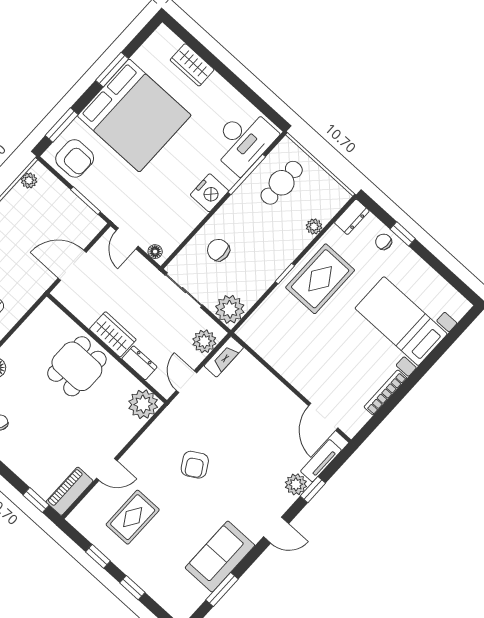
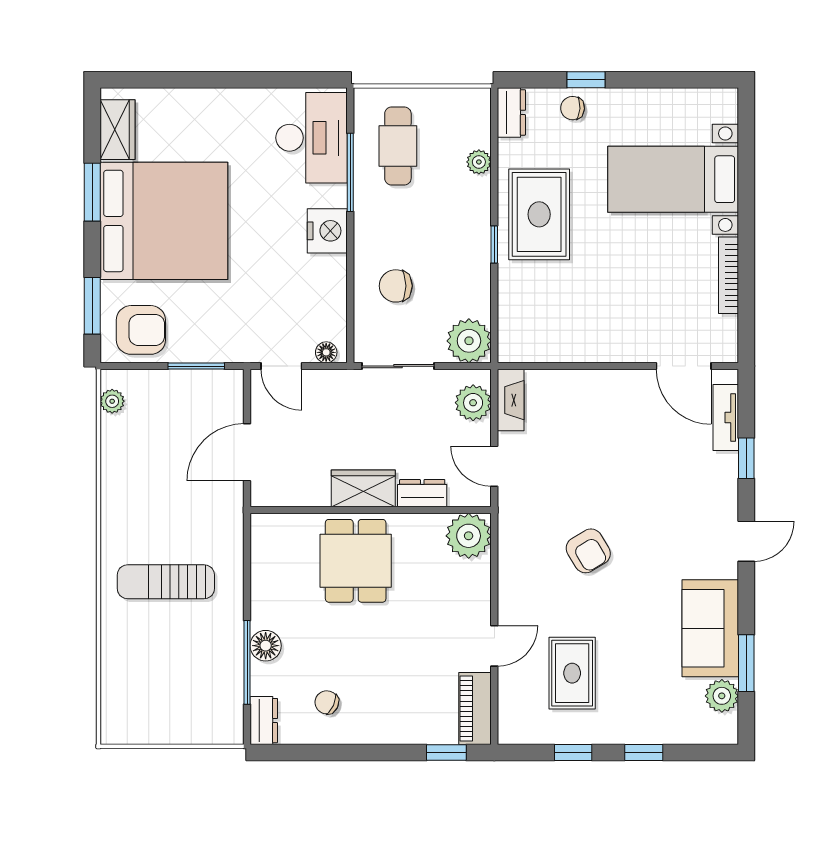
wardrobe: (192, 65) -> (117, 130), moved, turned -90
plant: (296, 484) -> (722, 696), moved

